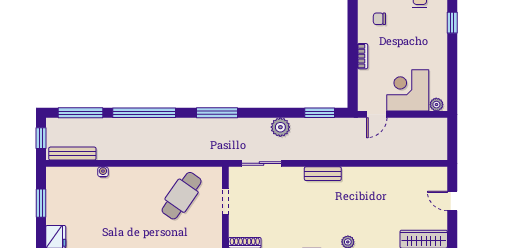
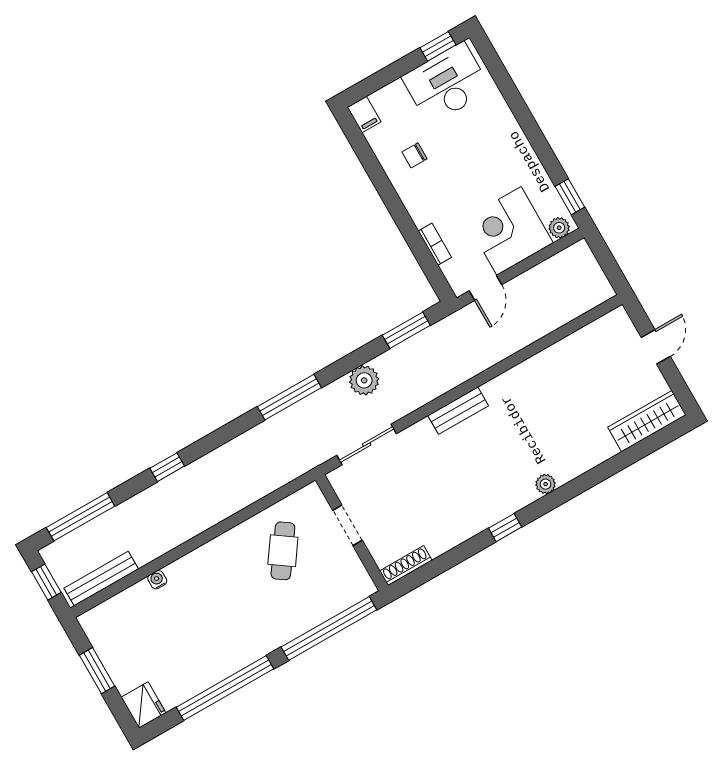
window: (452, 23) -> (570, 197), moved
bookcase: (363, 56) -> (435, 244), moved
window: (144, 113) -> (167, 467), width x0.32
window: (217, 113) -> (289, 397), moved
cafe table: (182, 196) -> (283, 551), width x0.73, depth x0.74
door: (452, 201) -> (656, 347), swing flipped

